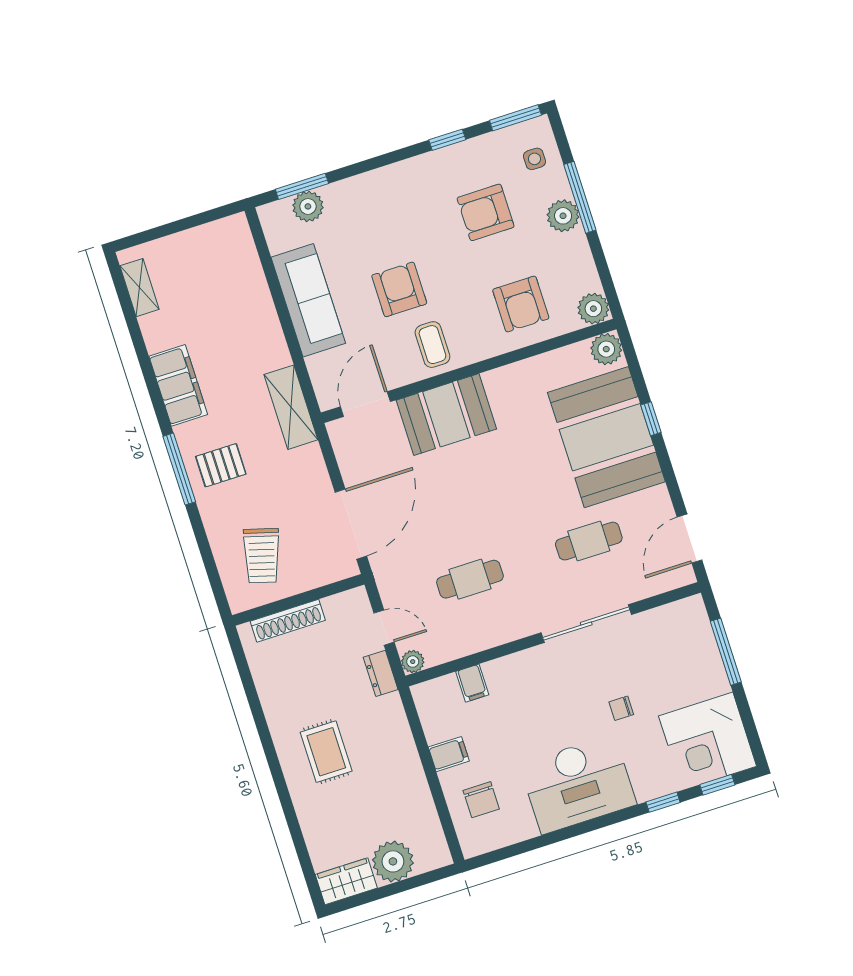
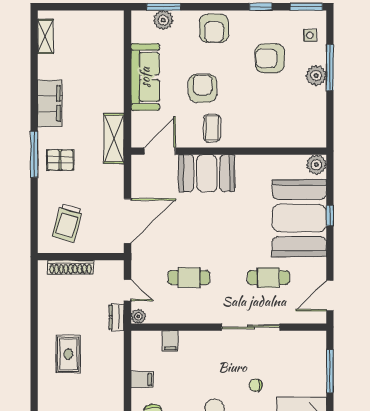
armchair: (521, 304) -> (214, 28), moved
plant: (593, 309) -> (316, 138), removed

